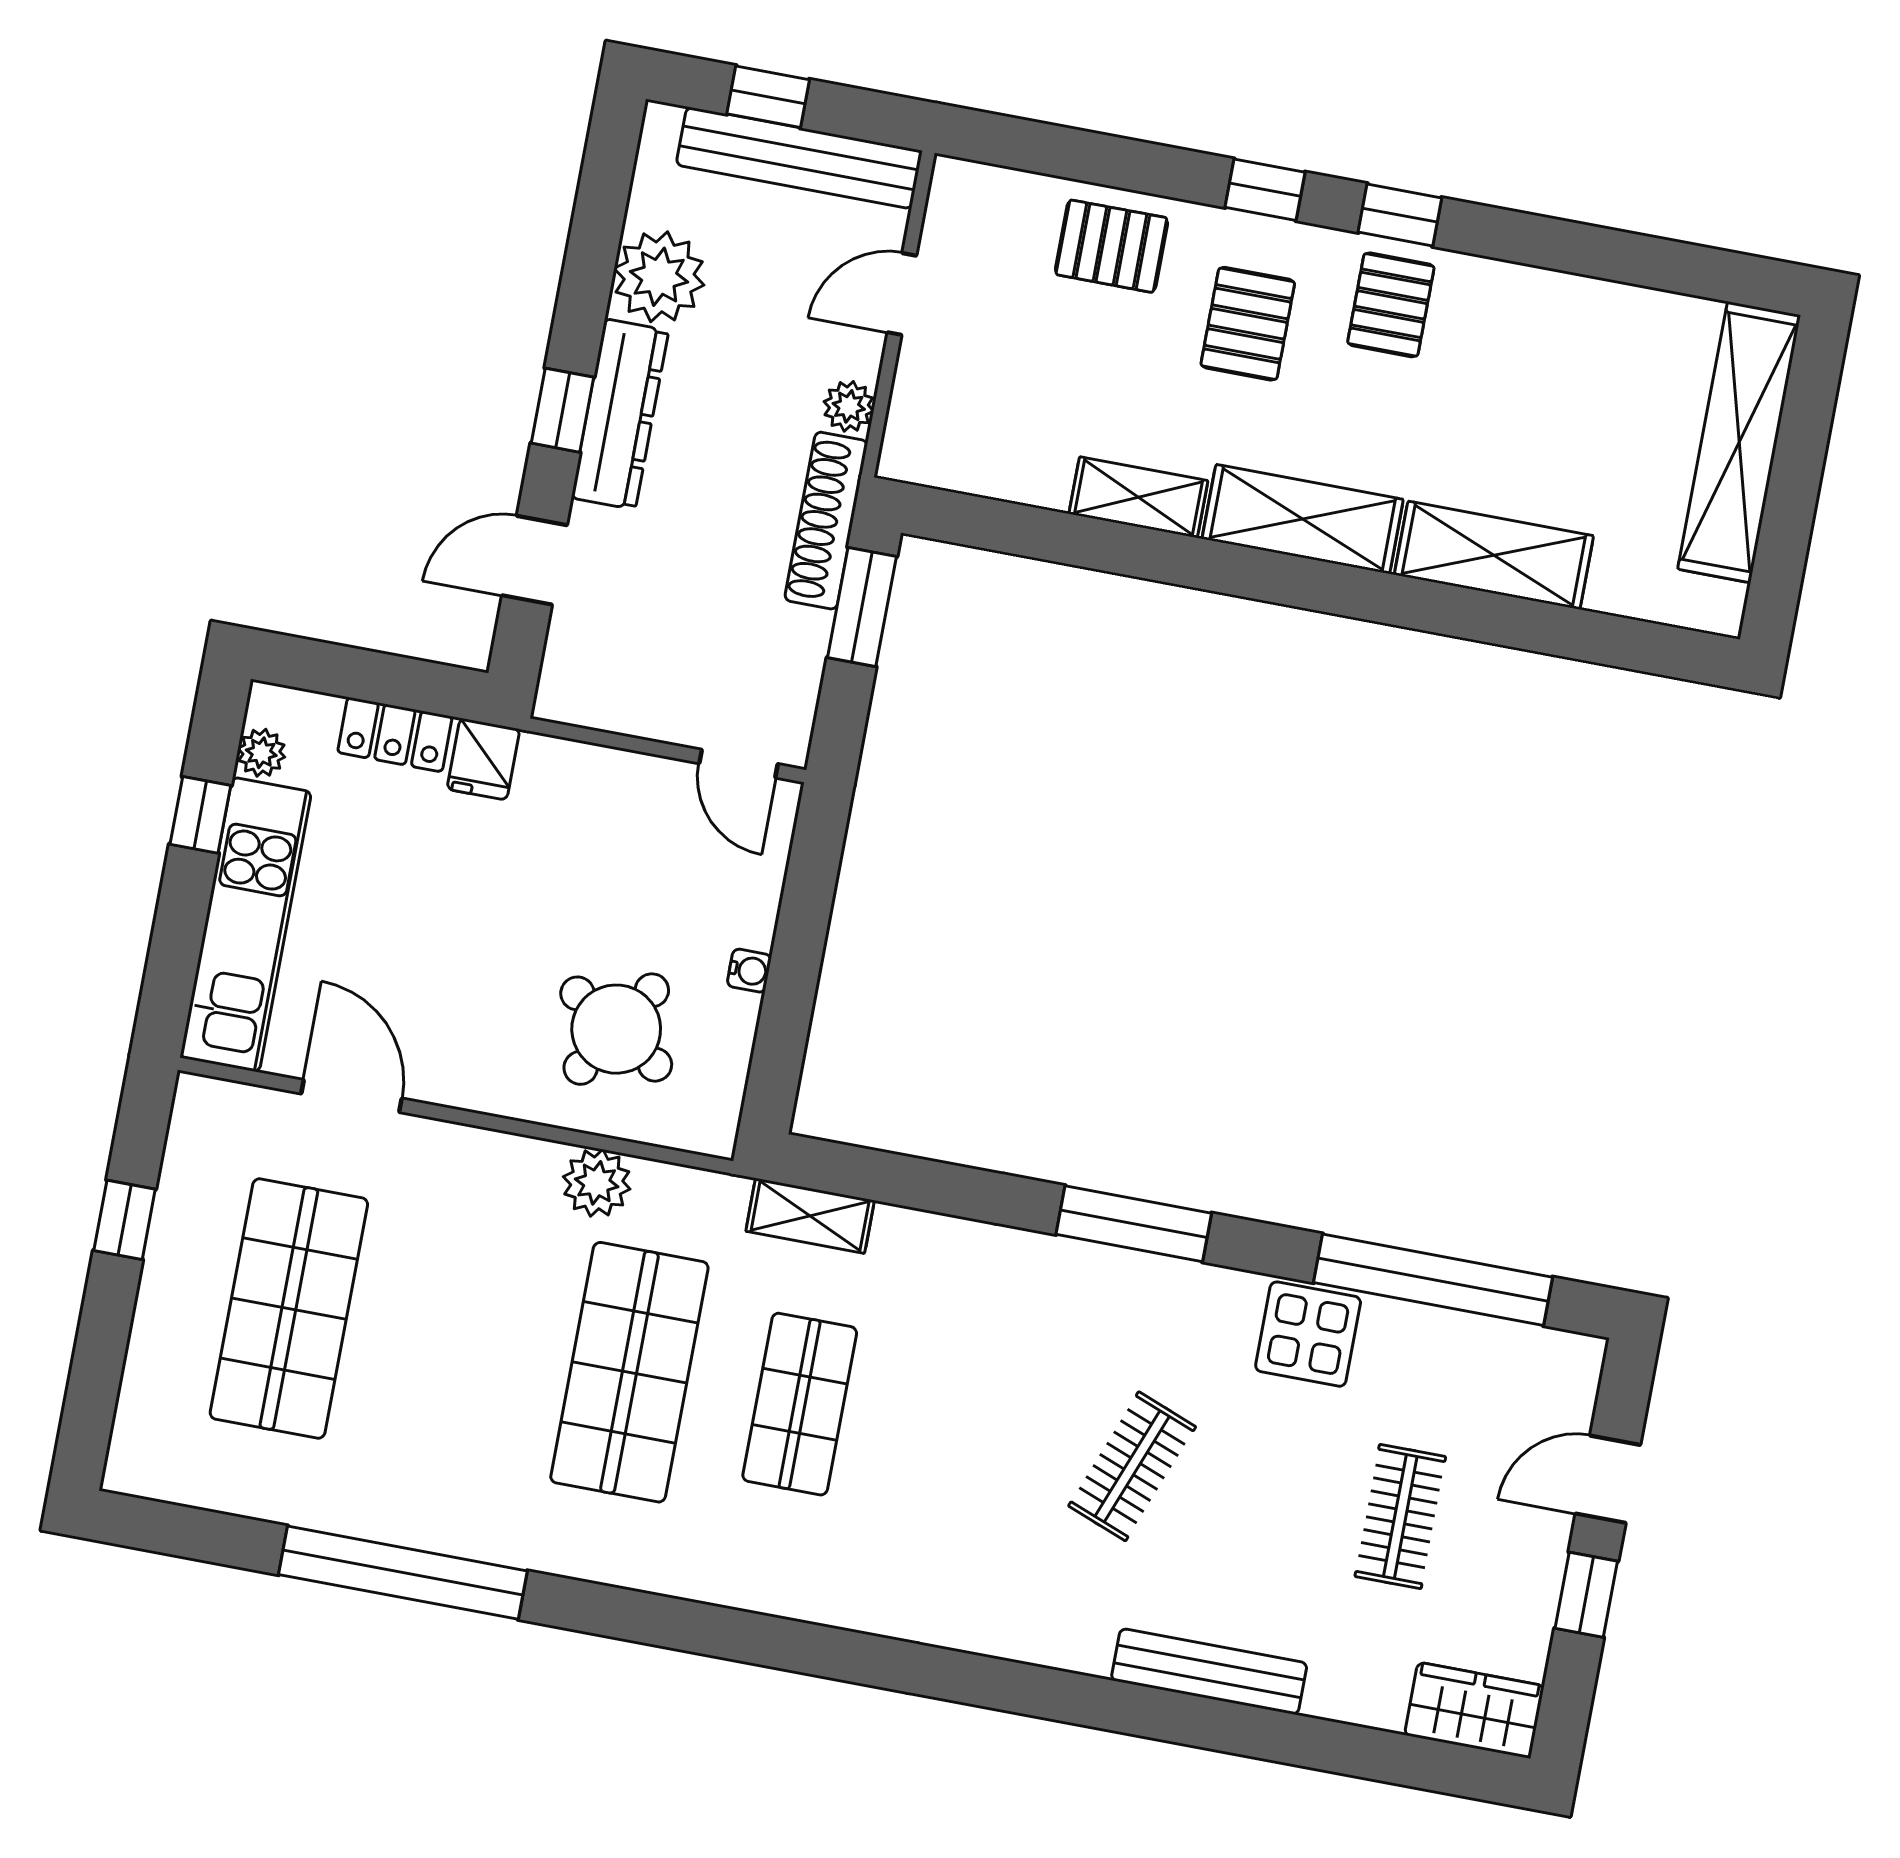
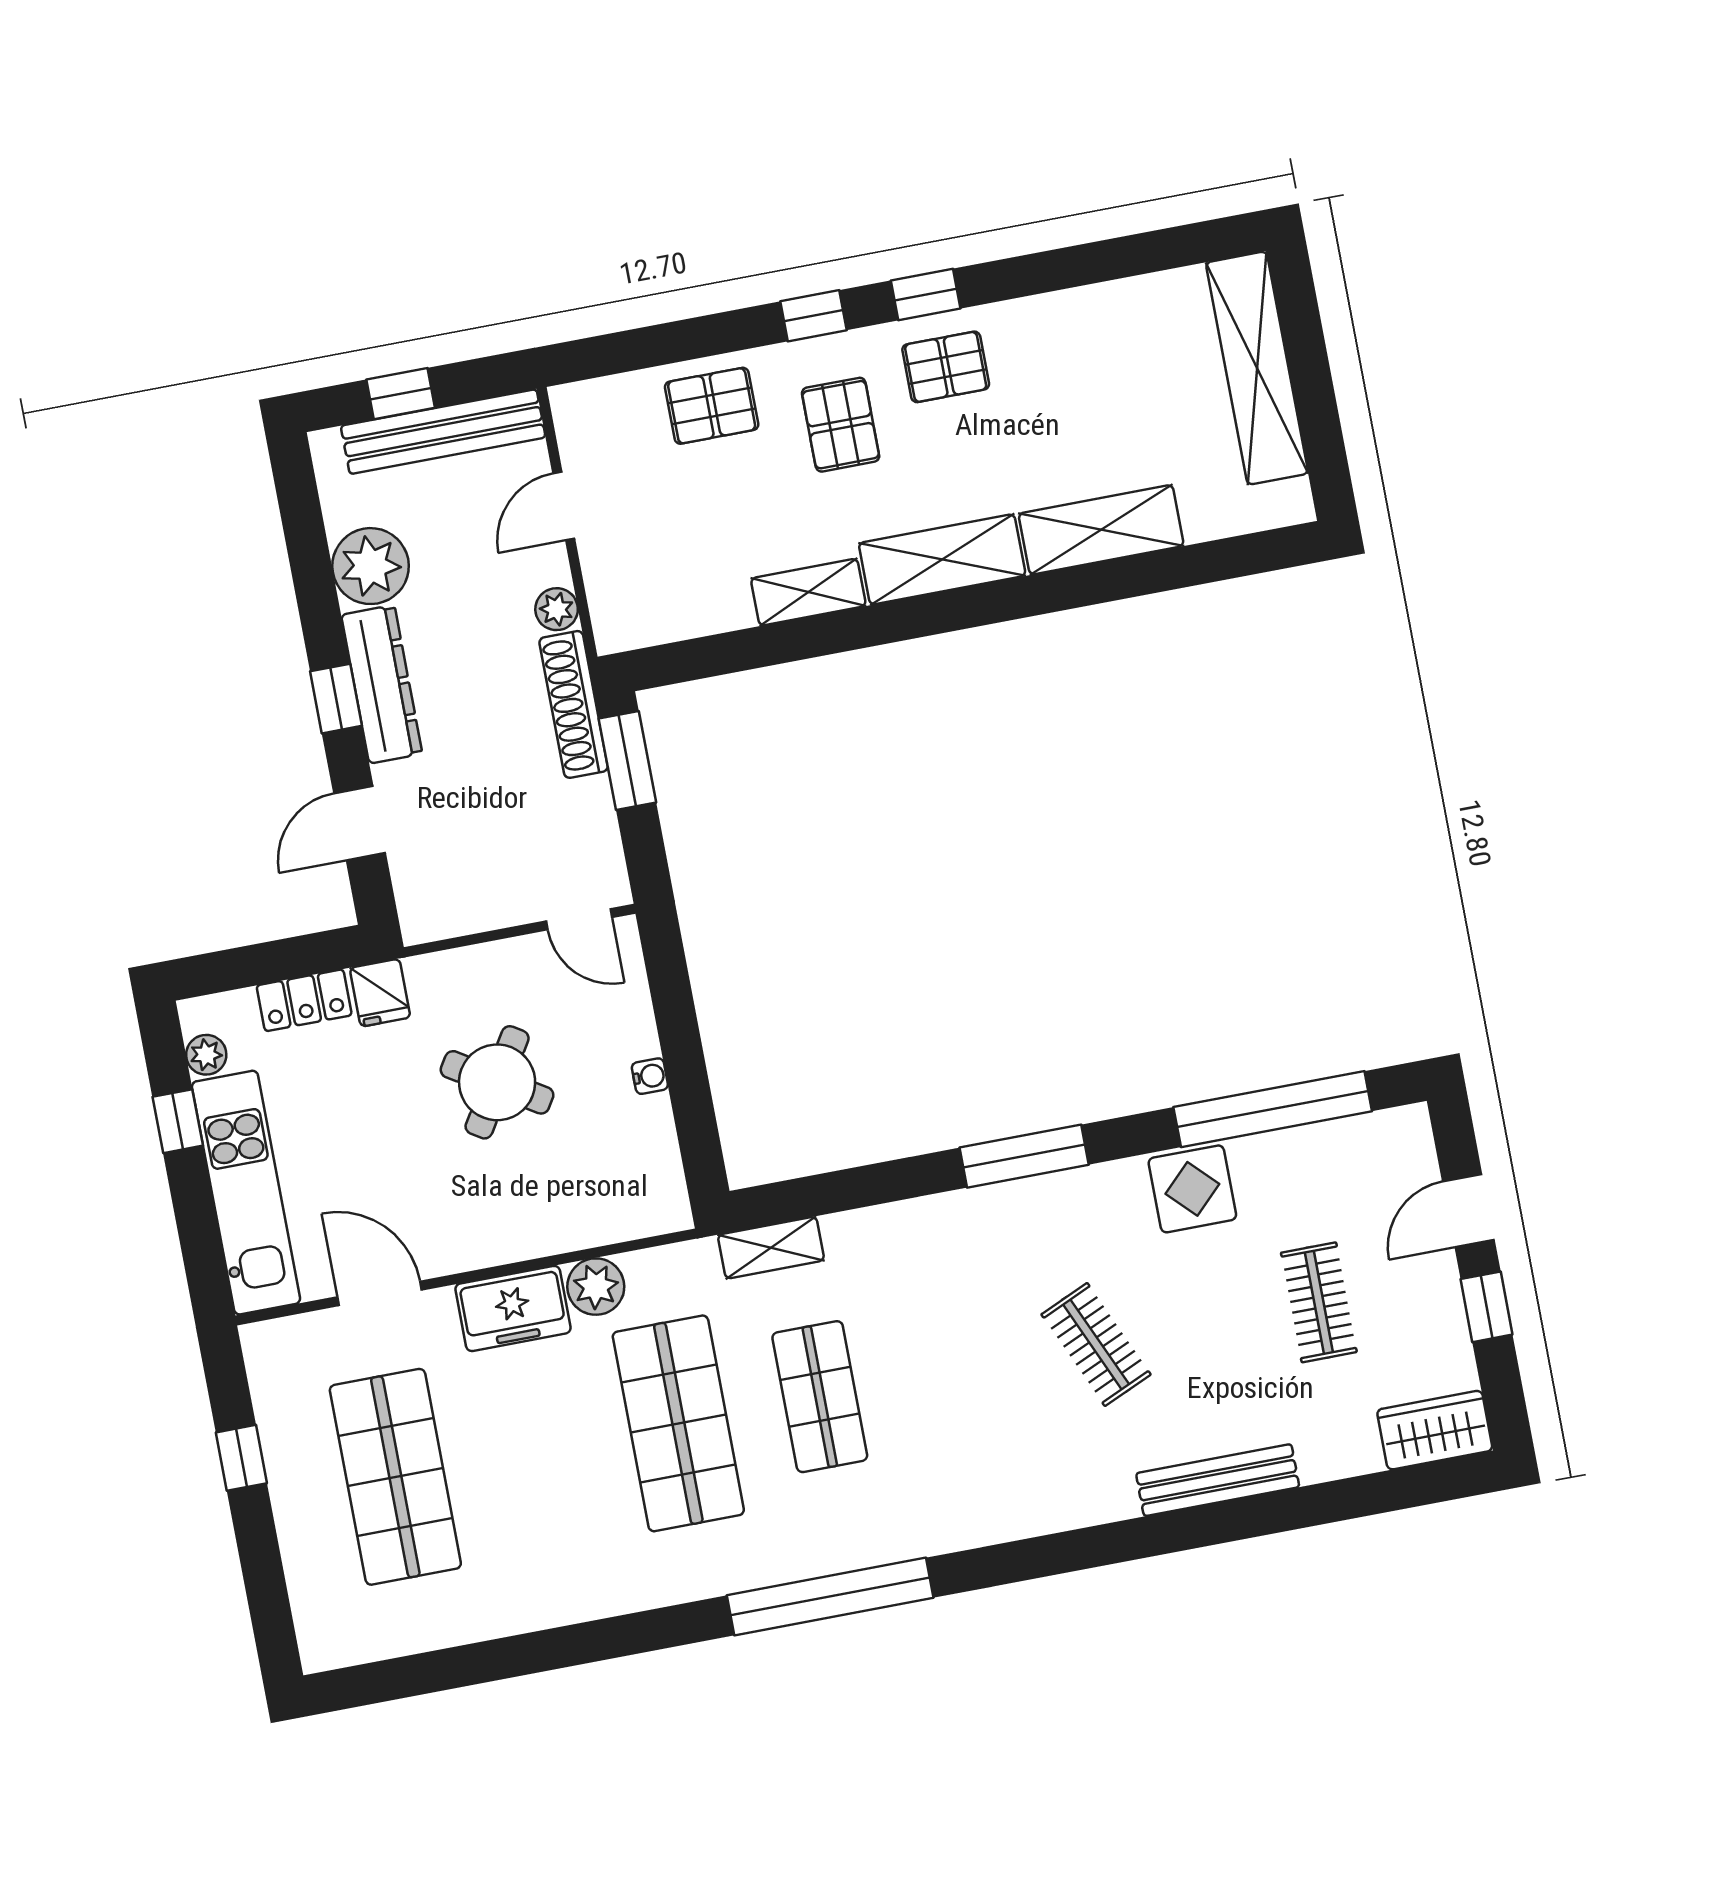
pallet: (1391, 305) -> (946, 367), turned 90
round table: (616, 1029) -> (497, 1082), moved
freezer: (494, 1171) -> (513, 1308), added
clothes rail: (1132, 1466) -> (1096, 1344), turned -45
window: (403, 1573) -> (830, 1597), moved

